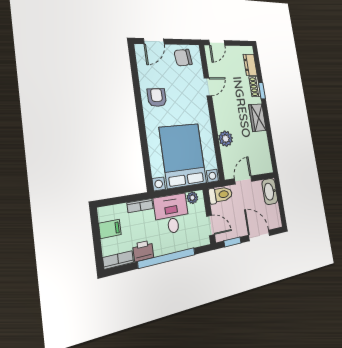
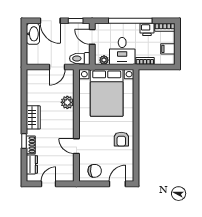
door: (217, 43) -> (49, 184), moved
door: (208, 87) -> (76, 146), hinge flipped
washbasin: (270, 191) -> (33, 34), moved

